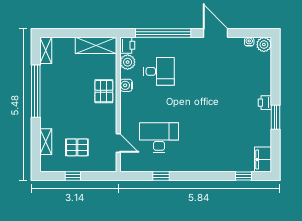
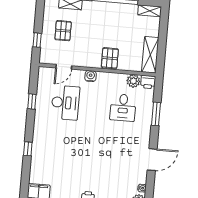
window: (163, 33) -> (156, 114), width x0.47
water cooler: (126, 85) -> (91, 76), moved
pallet: (104, 91) -> (110, 58), turned 90
window: (73, 176) -> (37, 40), moved
window: (243, 176) -> (28, 149), moved

